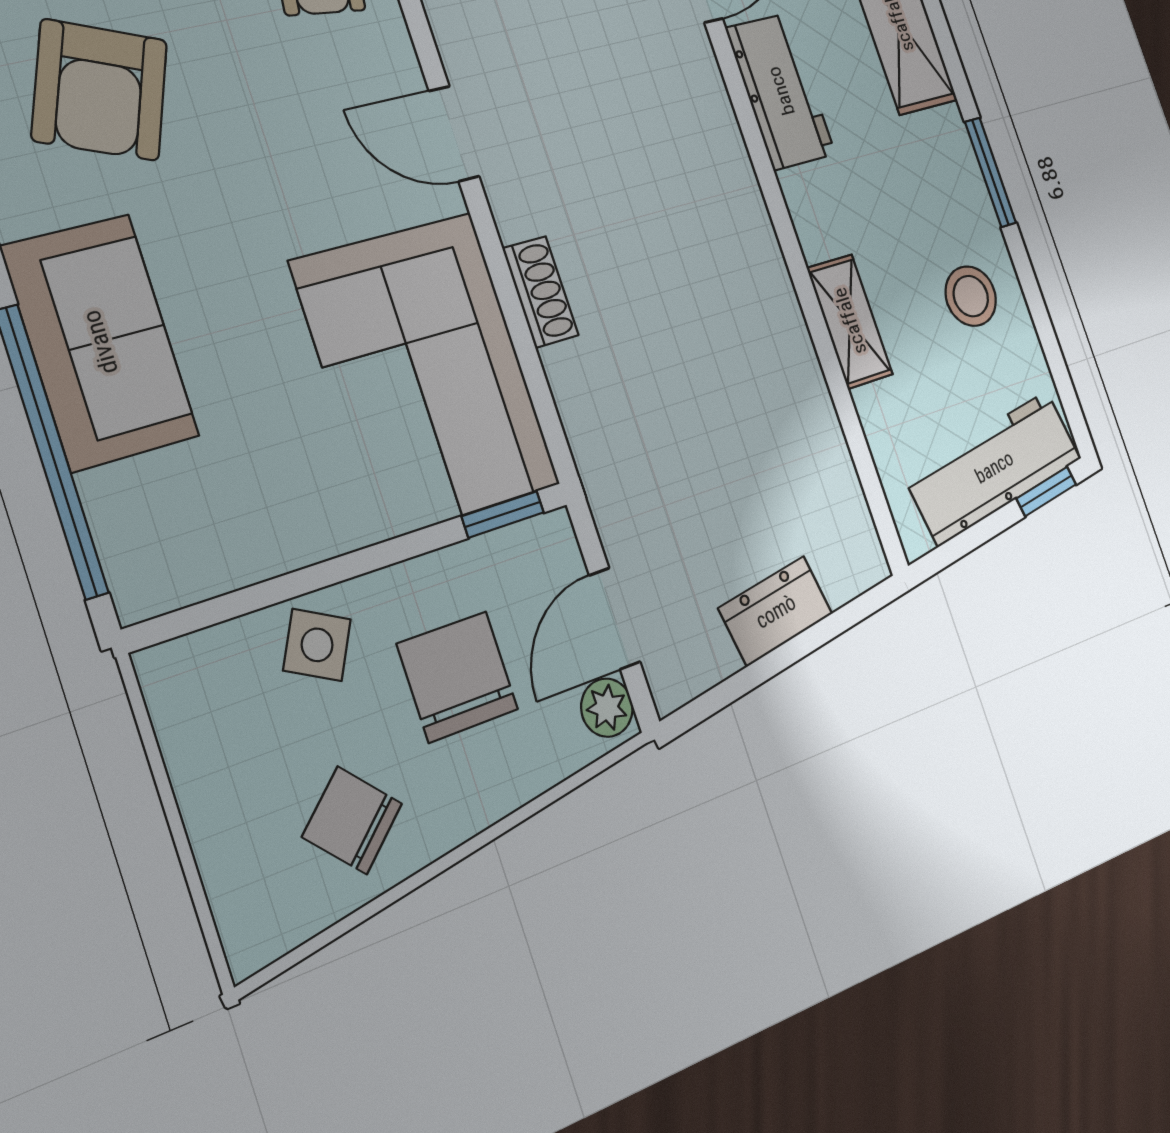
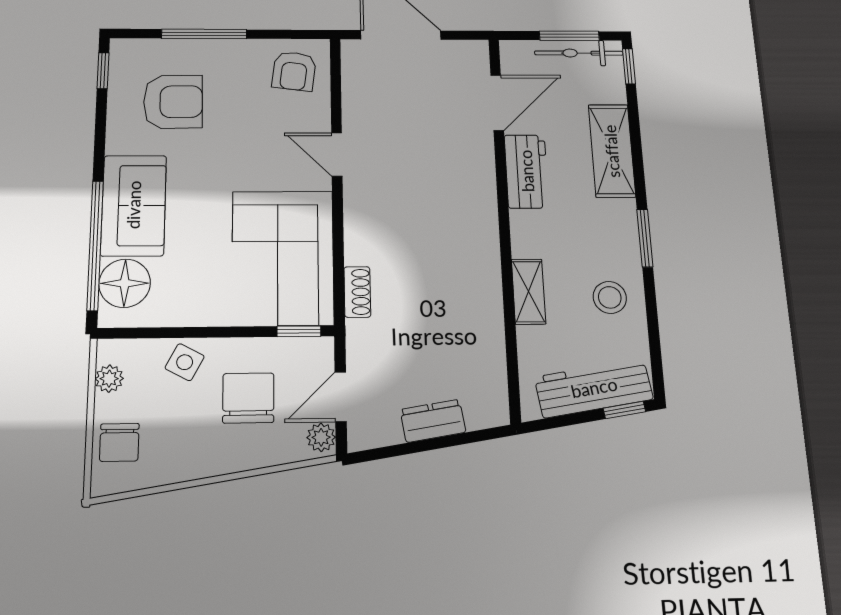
armchair: (100, 90) -> (173, 102), turned -113
shoe rack: (540, 292) -> (357, 292), moved
floor lamp: (142, 517) -> (125, 283), added
plant: (184, 728) -> (109, 379), added
chair: (352, 820) -> (119, 442), moved, turned -138

